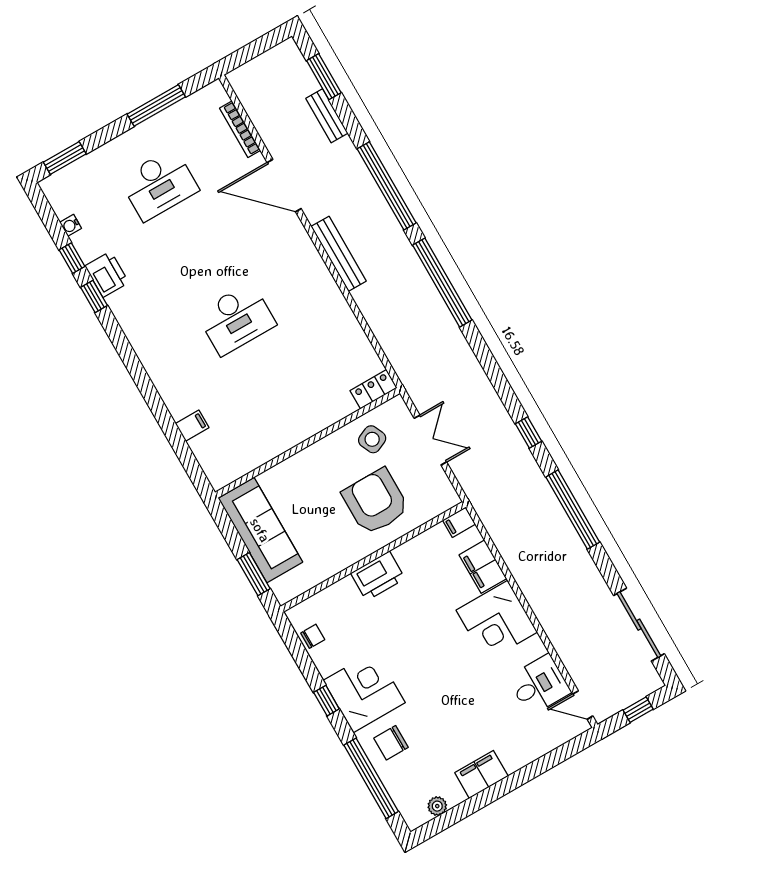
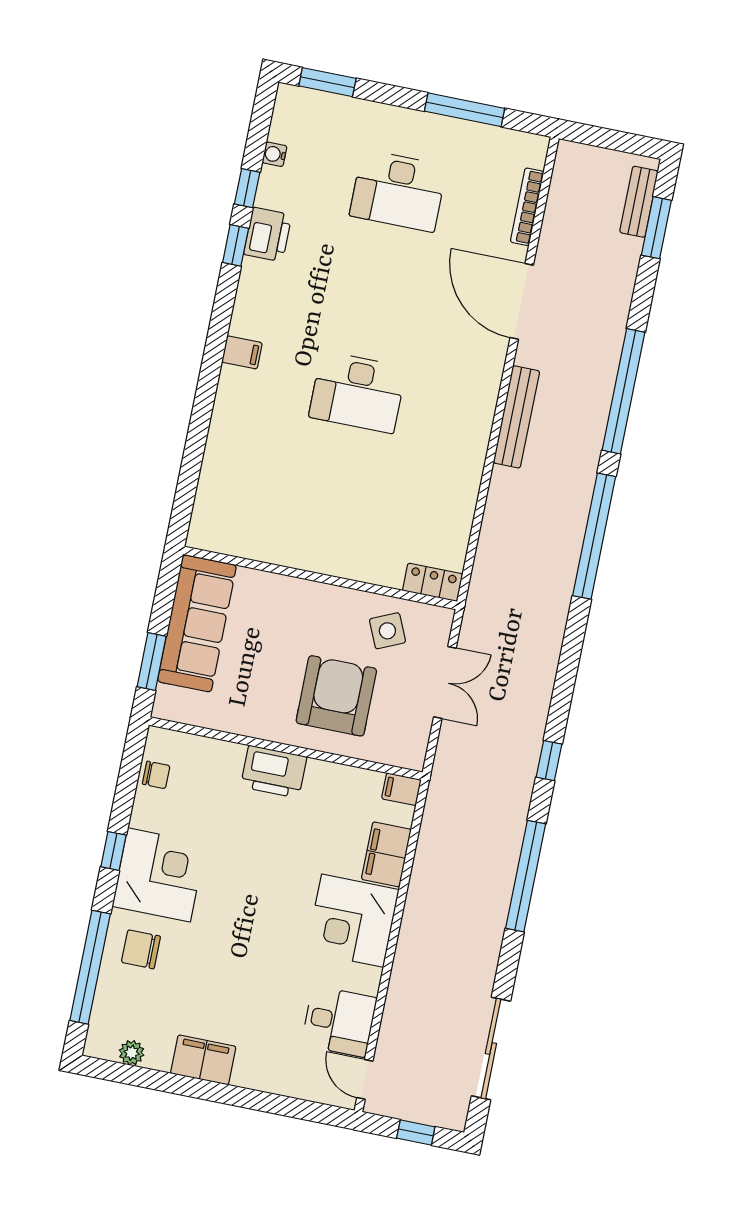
bench: (327, 116) -> (639, 202), moved
filing cabinet: (192, 426) -> (242, 352), moved

